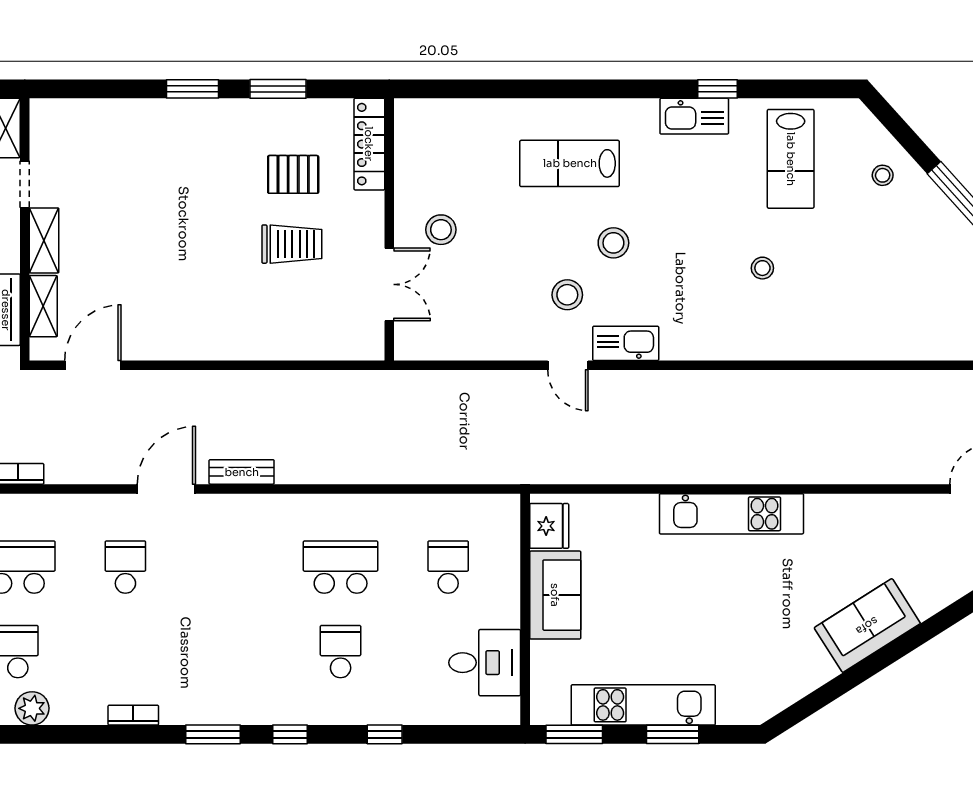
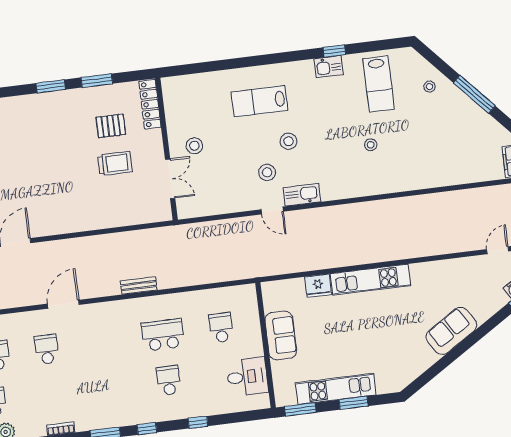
kitchen sink: (694, 116) -> (329, 67), width x0.73
bench: (242, 472) -> (139, 286), moved
fridge: (549, 526) -> (318, 286), moved, turned 90

